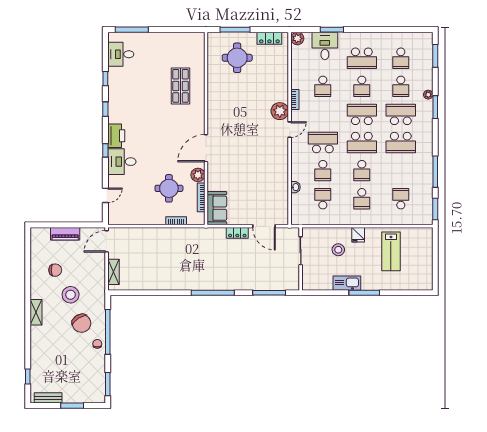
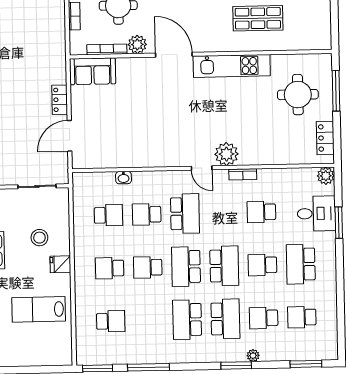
kitchen unit: (215, 106) -> (232, 66), added

